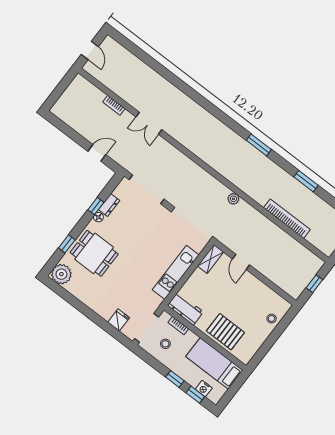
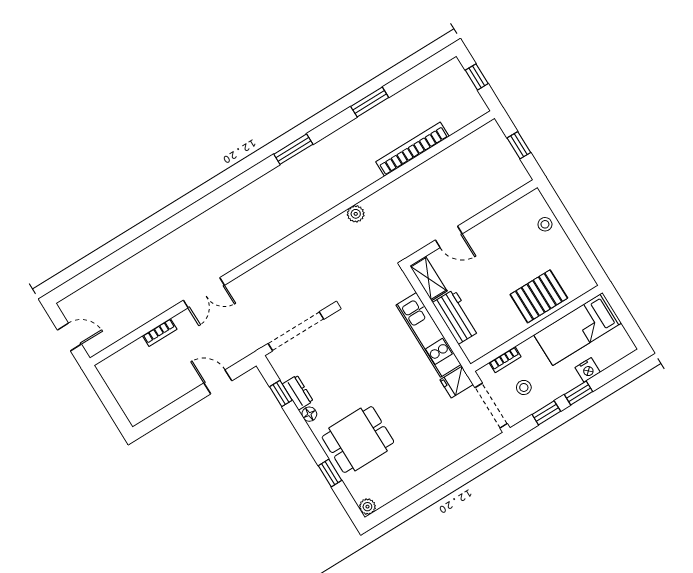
door: (97, 153) -> (218, 382), hinge flipped
window: (96, 206) -> (281, 394), moved
plant: (61, 274) -> (367, 507), width x0.53, depth x0.53
workbench: (185, 309) -> (456, 317), moved, turned 90
fridge: (119, 320) -> (457, 382), moved, turned -90
nightstand: (204, 389) -> (588, 370), moved
window: (195, 395) -> (546, 413), moved

